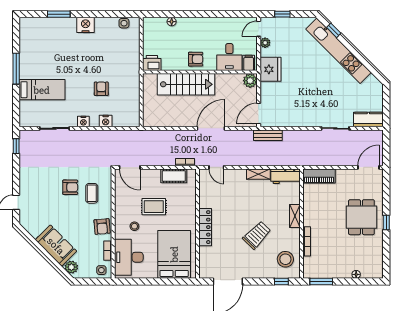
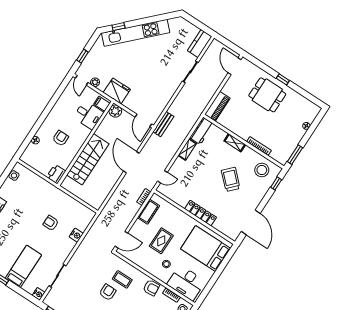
armchair: (196, 59) -> (61, 138), moved
nightstand: (83, 122) -> (39, 294), moved

